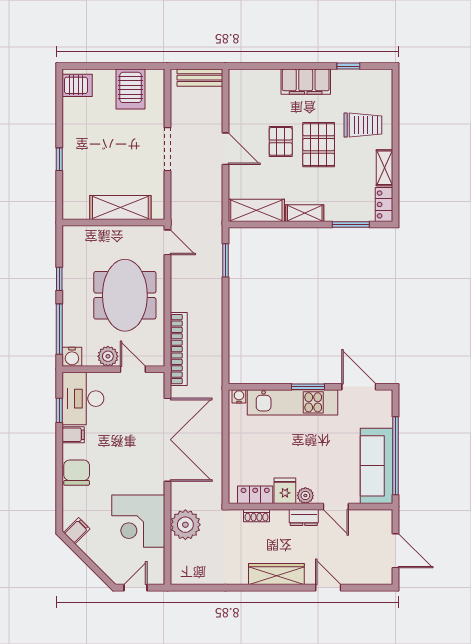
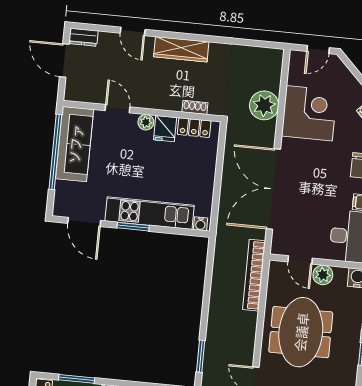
dresser: (304, 518) -> (83, 37), moved, turned 180

